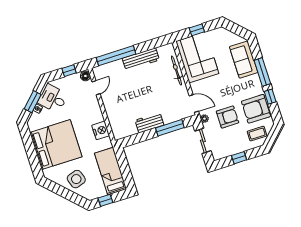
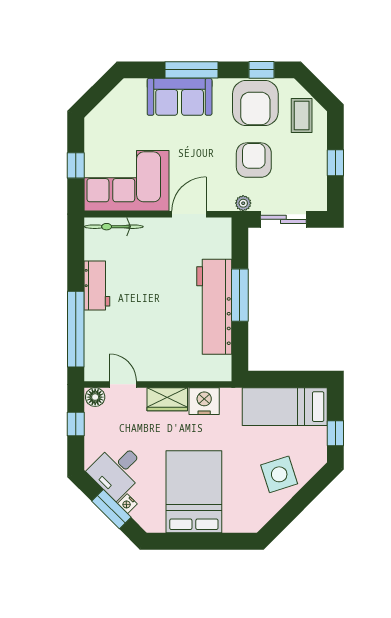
workbench: (141, 59) -> (97, 285), width x0.73
sofa: (244, 60) -> (180, 97), moved
bicycle: (176, 70) -> (114, 227), moved
window: (270, 97) -> (262, 70), moved
door: (194, 104) -> (189, 214), moved
wardrobe: (96, 112) -> (167, 399), added
workbench: (149, 123) -> (214, 307), width x1.88, depth x1.32
window: (170, 128) -> (240, 295), moved
bed: (56, 145) -> (194, 492), width x0.73

